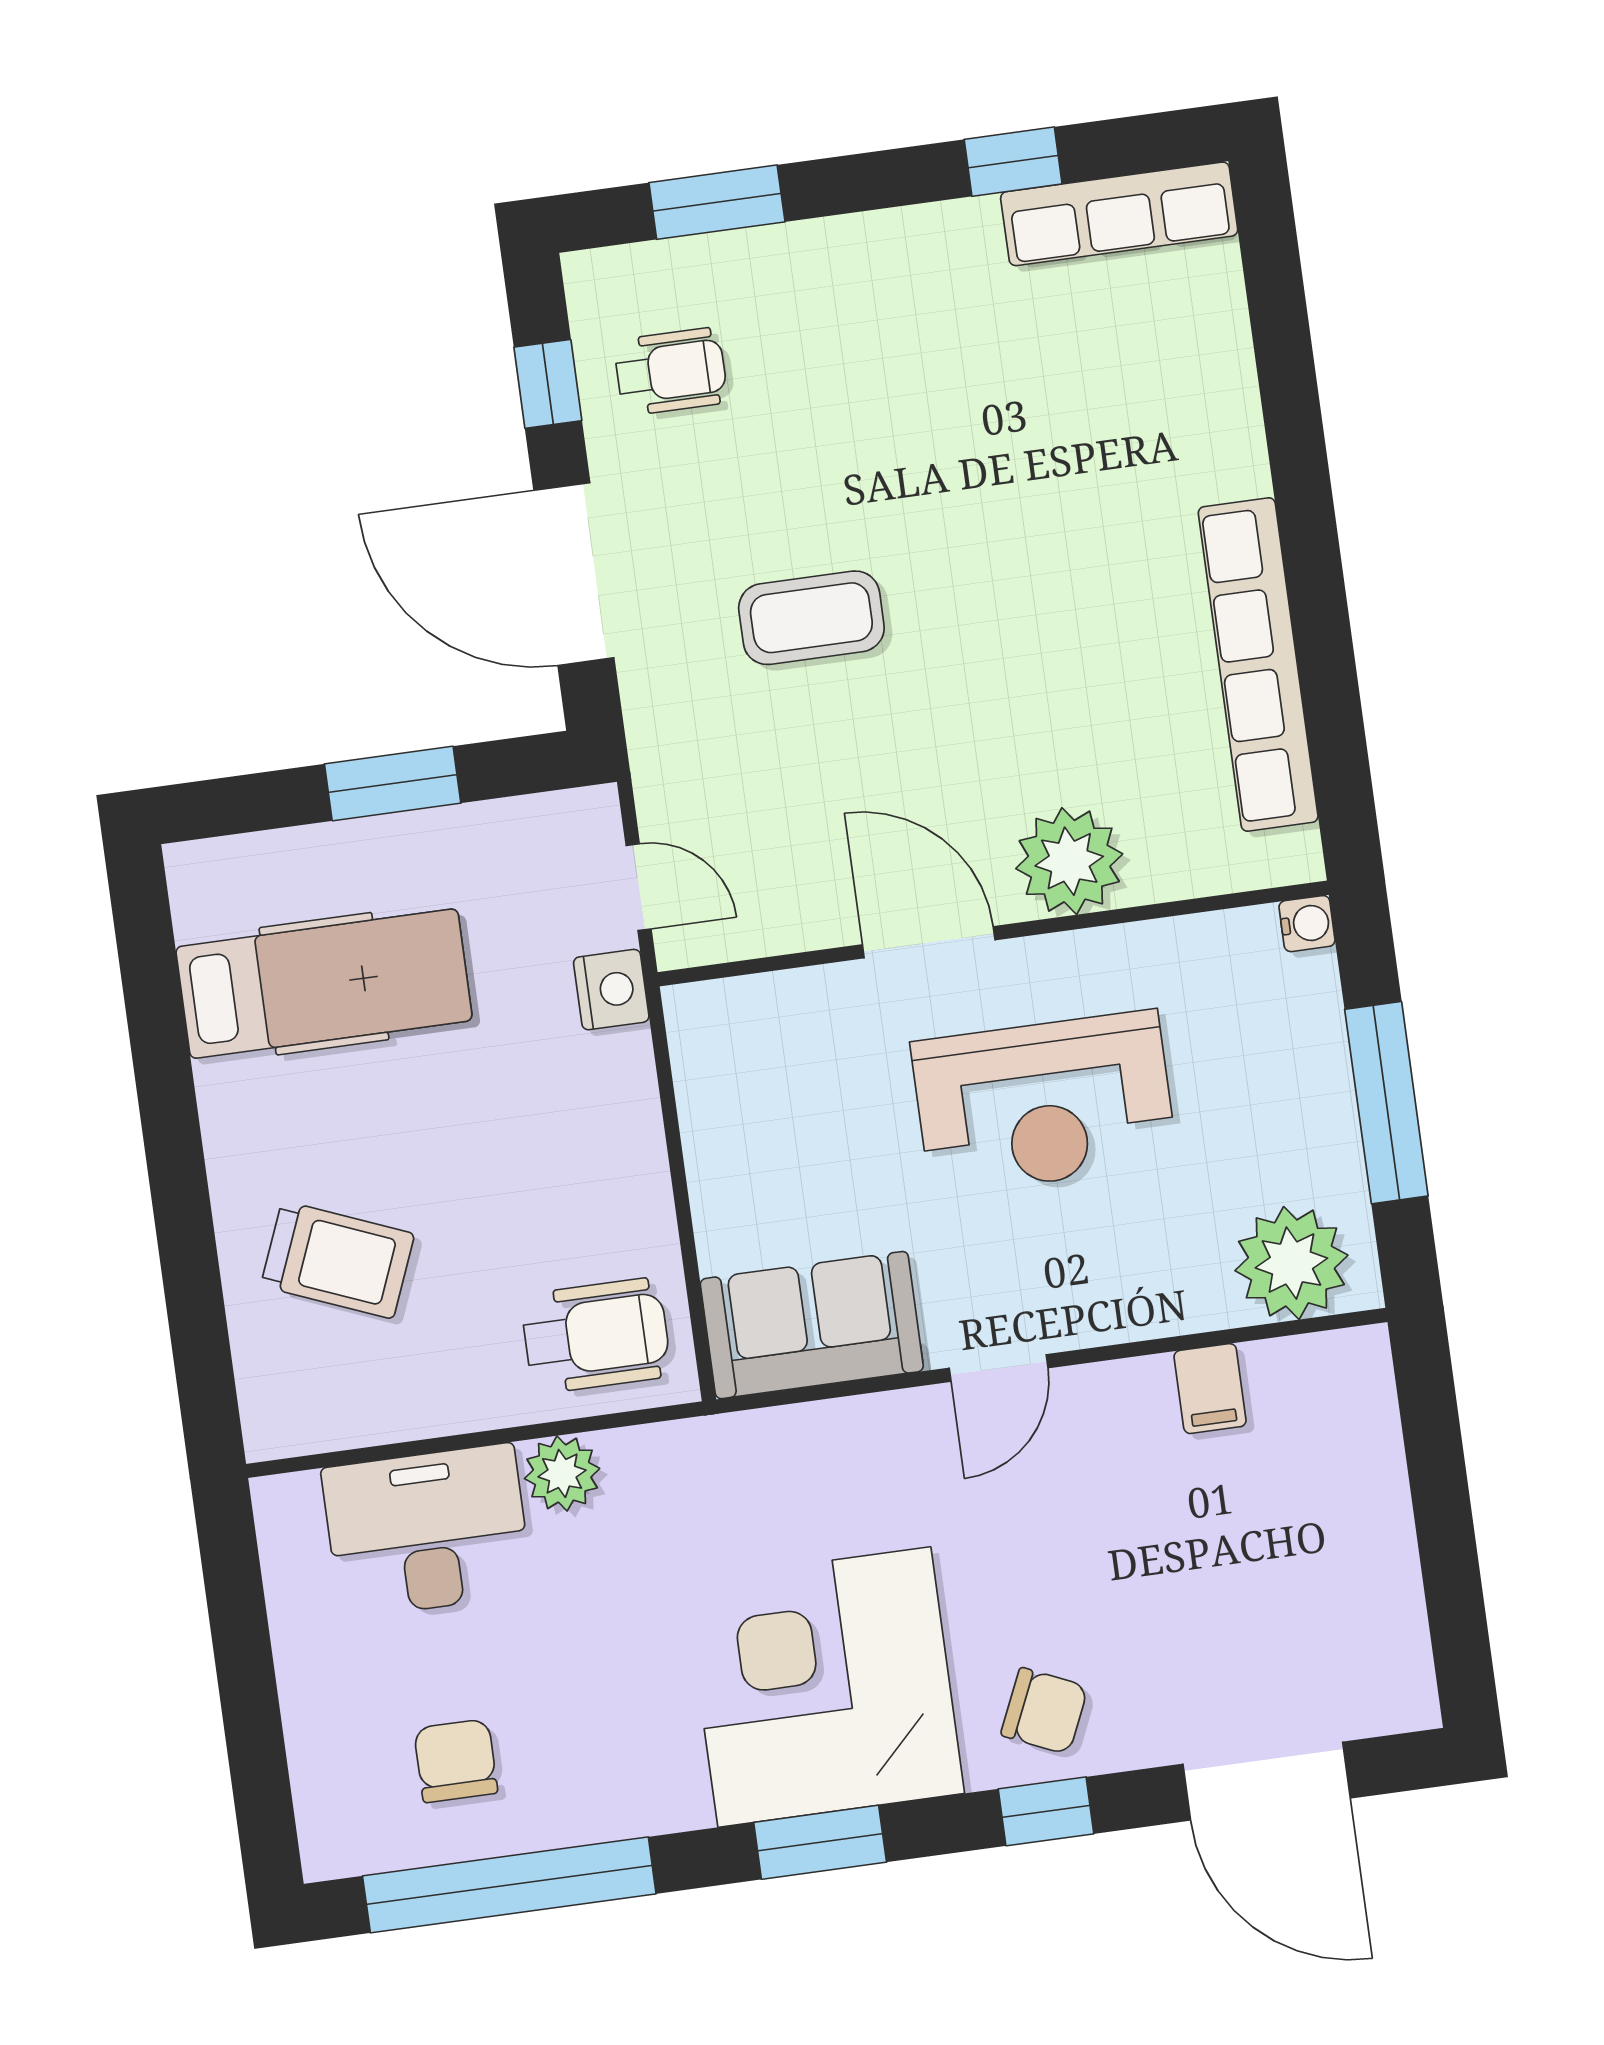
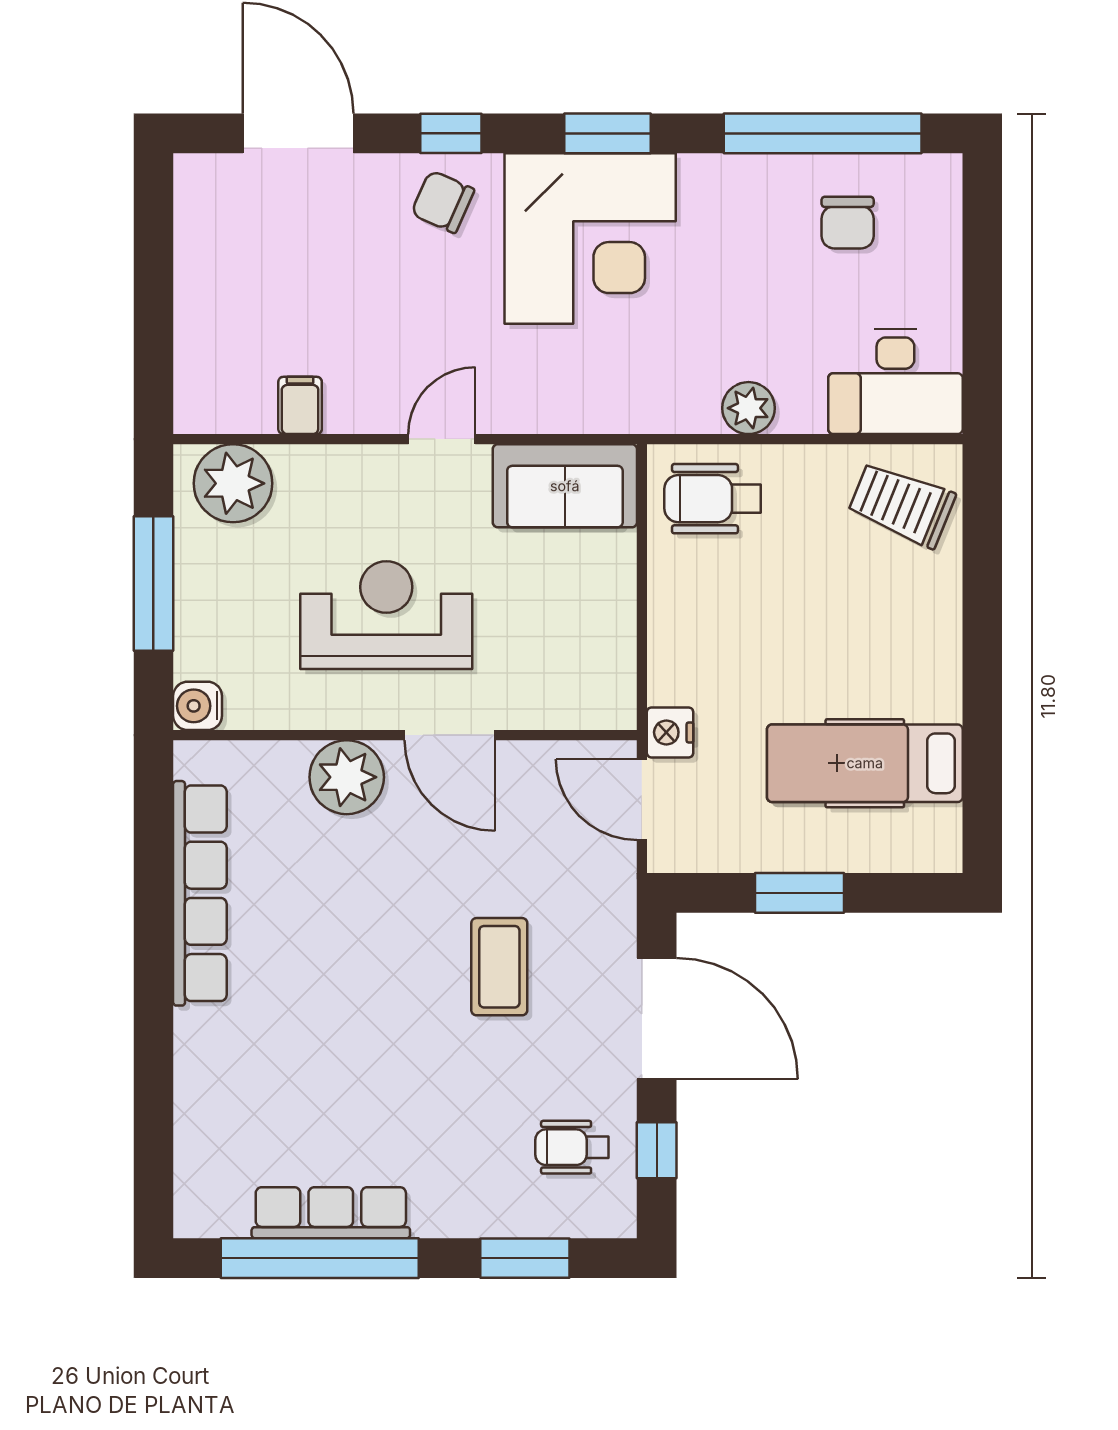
window: (1013, 162) -> (320, 1258), width x3.17
row of seats: (1119, 214) -> (331, 1213), moved
coffee table: (811, 618) -> (499, 967), turned 90
door: (639, 887) -> (642, 800), width x1.38
water cooler: (1307, 924) -> (198, 706), width x1.38, depth x1.38
trolley: (338, 1260) -> (902, 504), moved
desk: (427, 1531) -> (895, 382), moved

